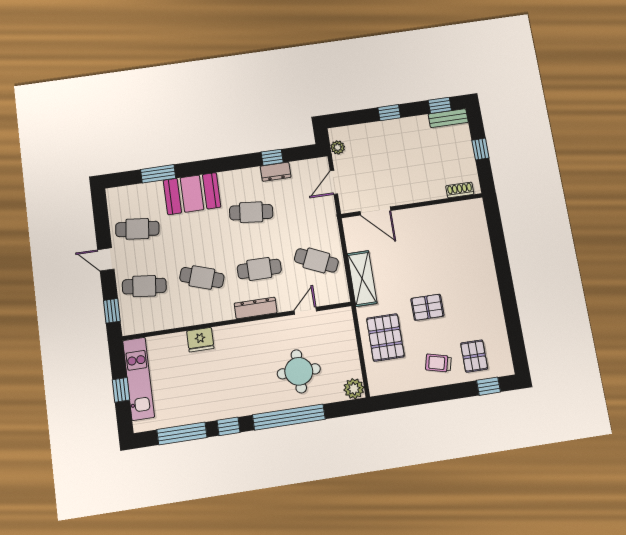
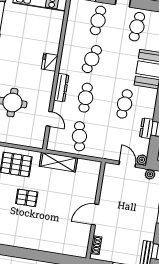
plant: (321, 165) -> (142, 160), added
door: (375, 211) -> (95, 214), moved
cafe table: (316, 260) -> (79, 136), turned -33
pallet: (427, 307) -> (27, 198), turned 90
fridge: (200, 340) -> (50, 62), moved

